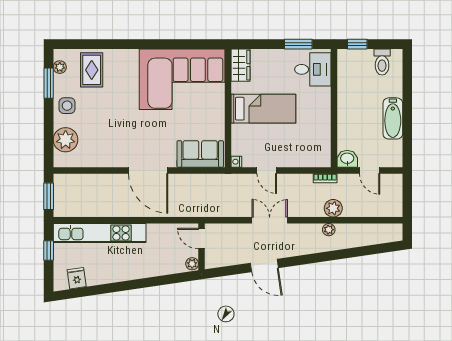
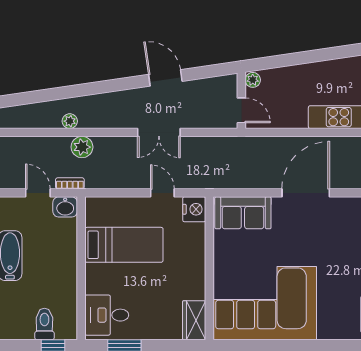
toilet: (382, 62) -> (44, 324), moved
bed: (263, 109) -> (124, 245), moved, turned 180
nightstand: (236, 162) -> (194, 209), width x1.89, depth x1.79
door: (148, 170) -> (306, 193), hinge flipped
bookcase: (325, 178) -> (70, 183), moved
plant: (329, 230) -> (70, 121), moved

